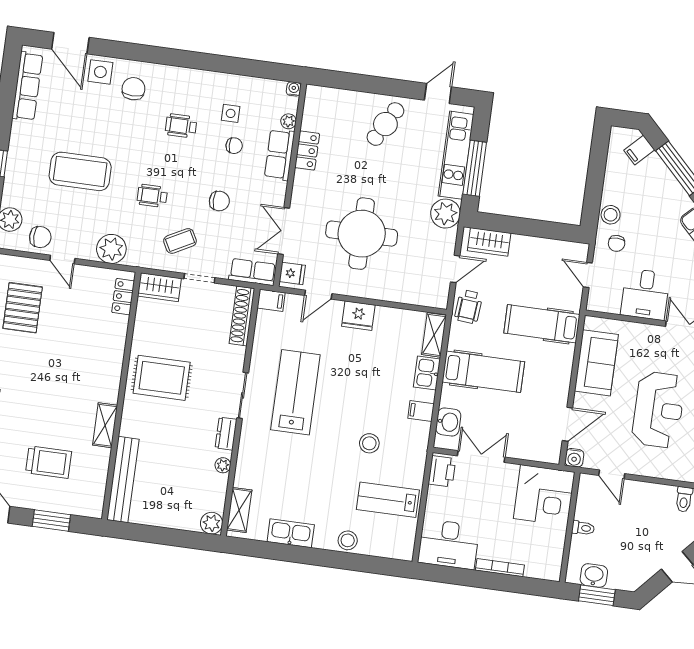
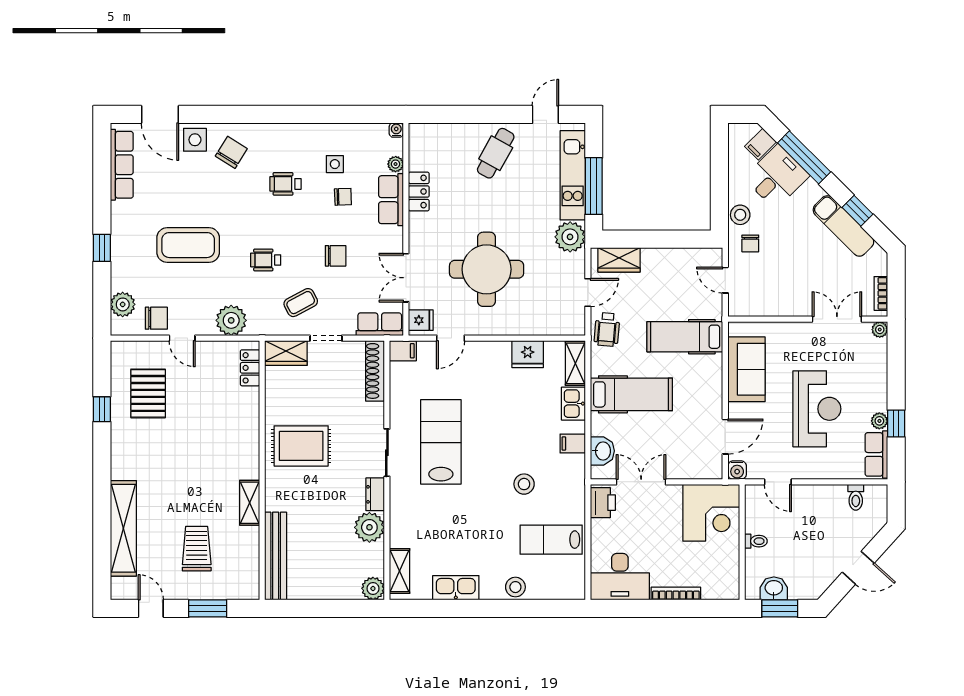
chair: (133, 89) -> (231, 152), turned 32
desk: (645, 294) -> (777, 177), moved, turned -135
fridge: (358, 316) -> (528, 354), moved
trolley: (49, 462) -> (197, 549), turned -90
plant: (223, 465) -> (369, 527), width x1.87, depth x1.87

